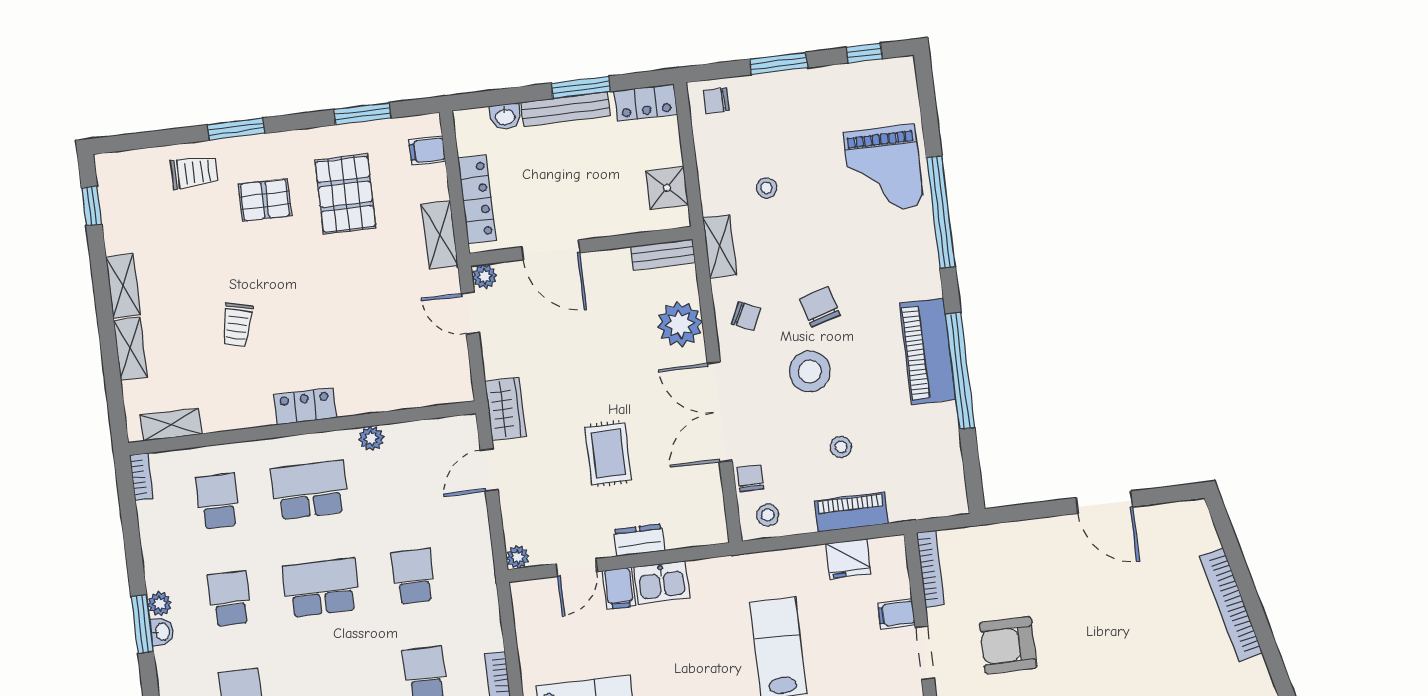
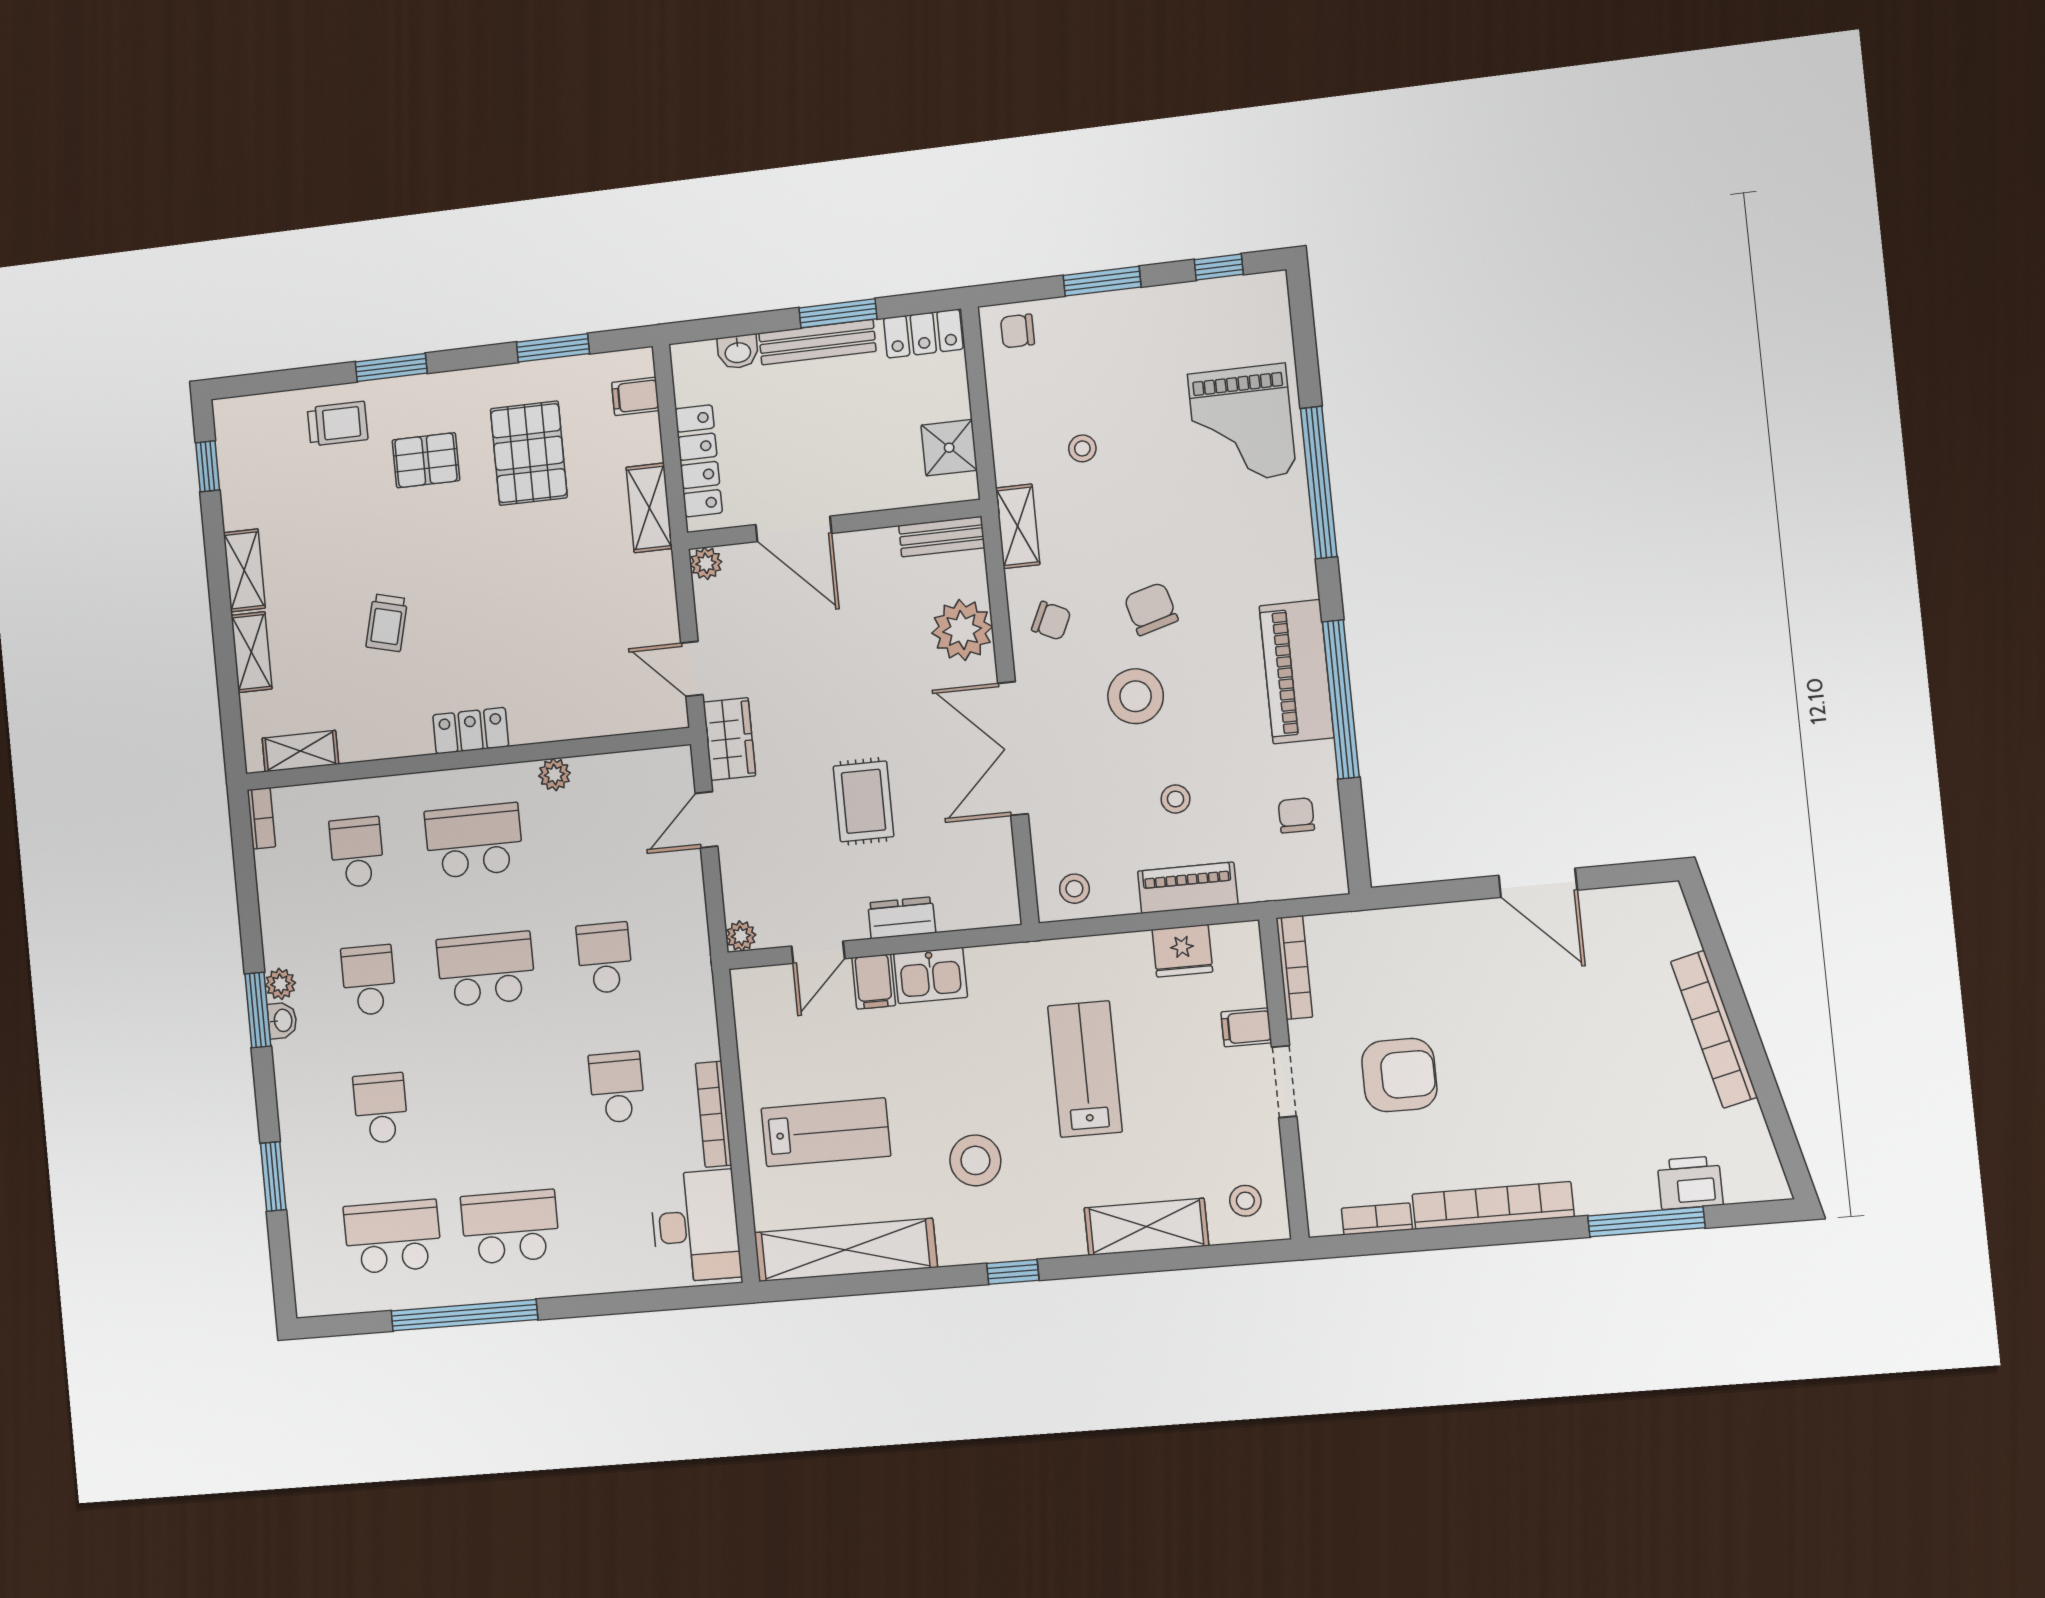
door: (470, 313) -> (692, 669), moved
chair: (750, 478) -> (1296, 815), moved
armchair: (1008, 645) -> (1399, 1075), turned 180

